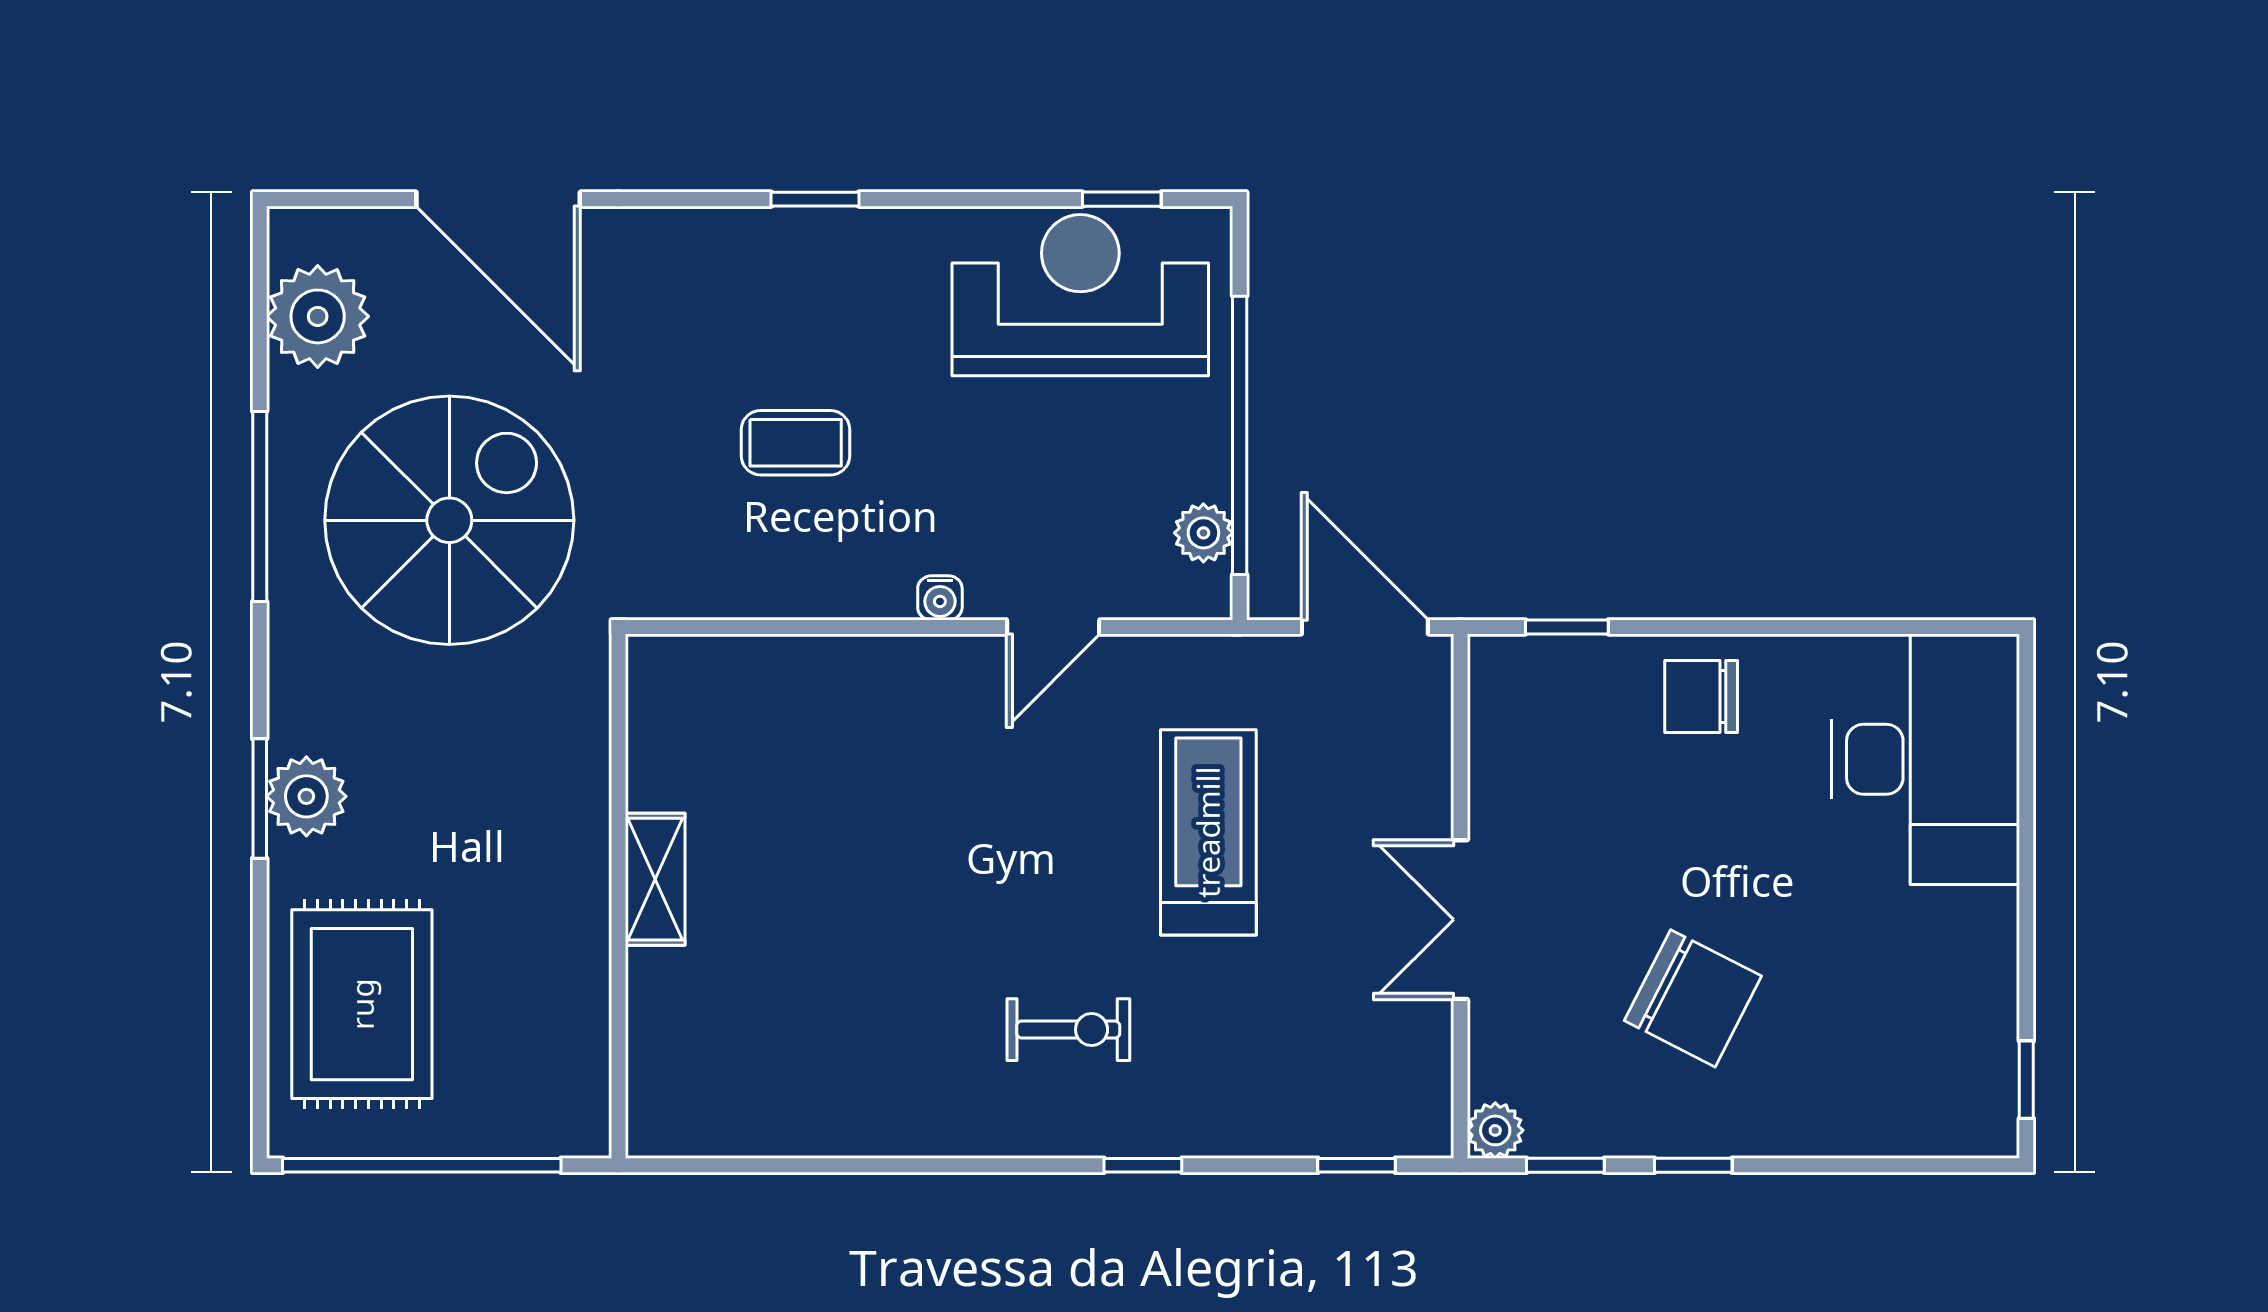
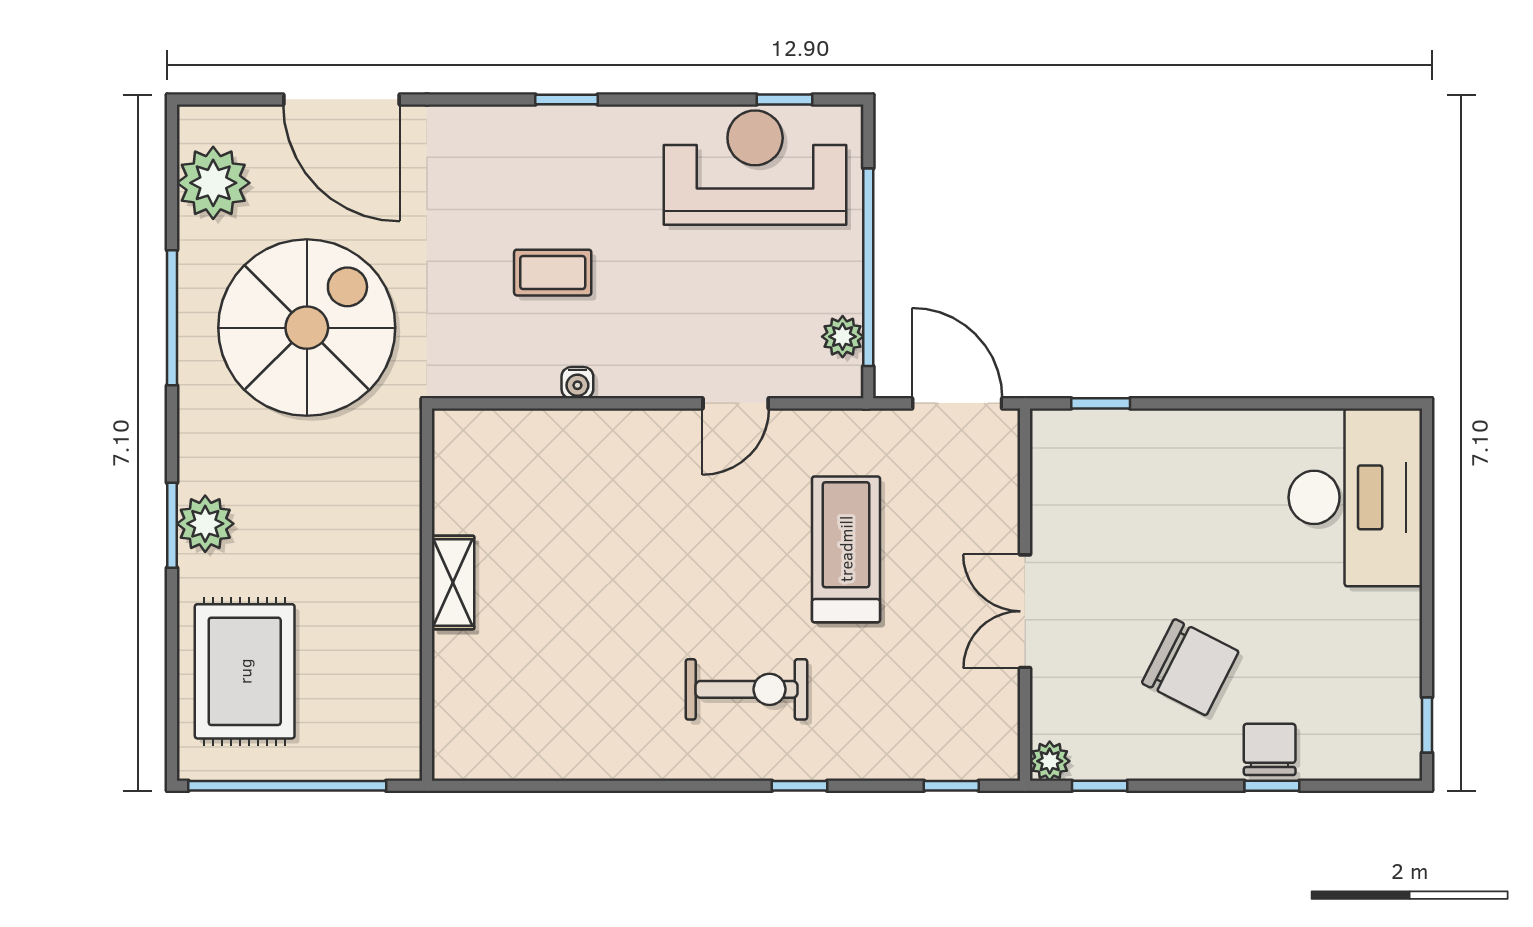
water cooler: (940, 598) -> (577, 383), moved
chair: (1701, 696) -> (1270, 749), moved, turned 90
exercise bike: (1068, 1030) -> (746, 689), width x1.38, depth x1.39
window: (1693, 1165) -> (1272, 786), moved

